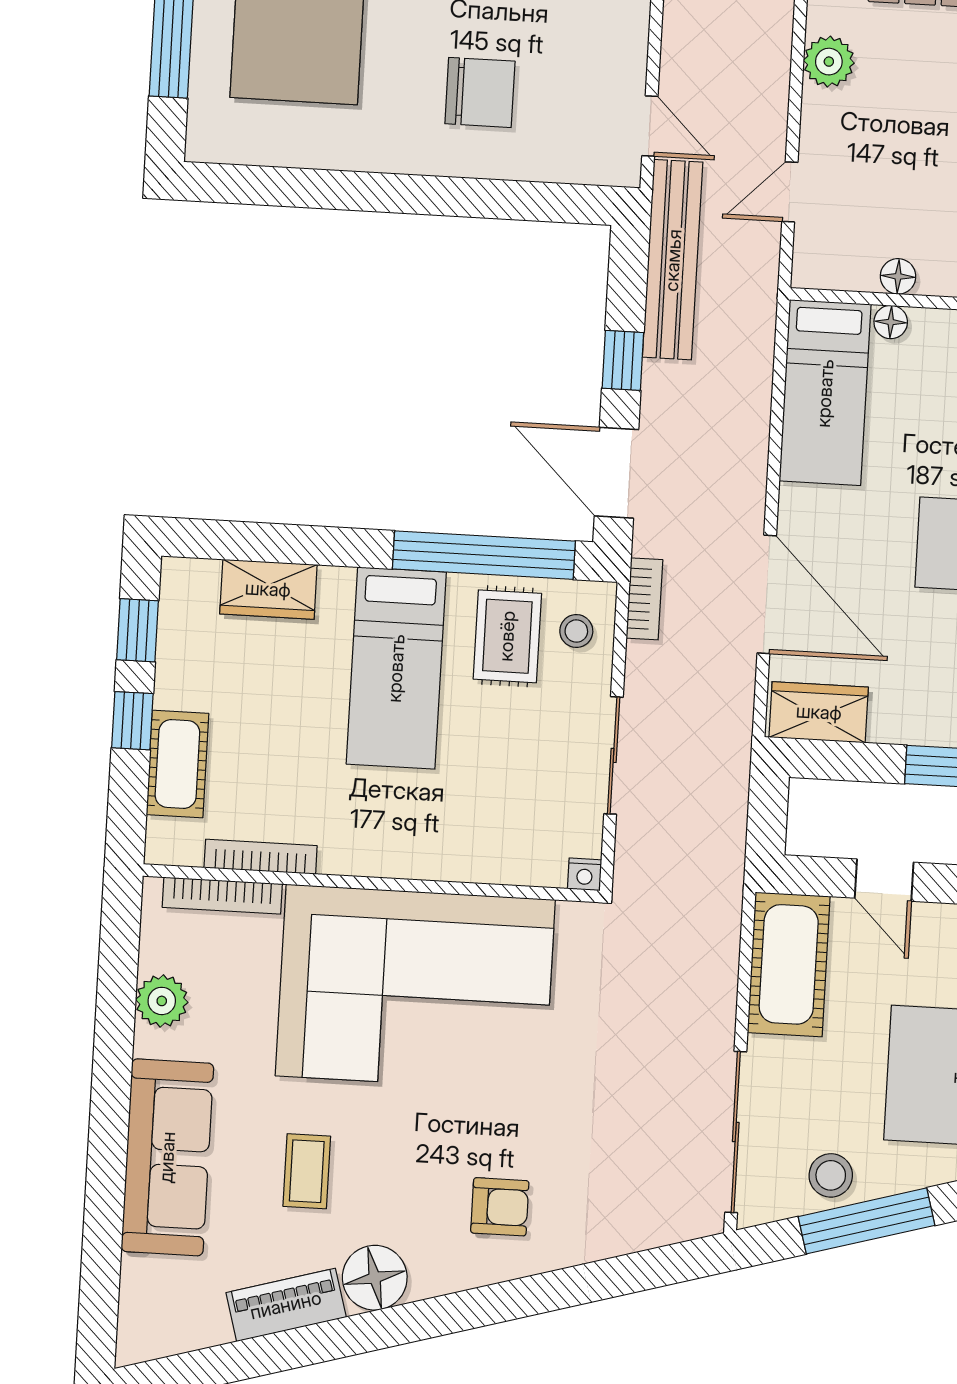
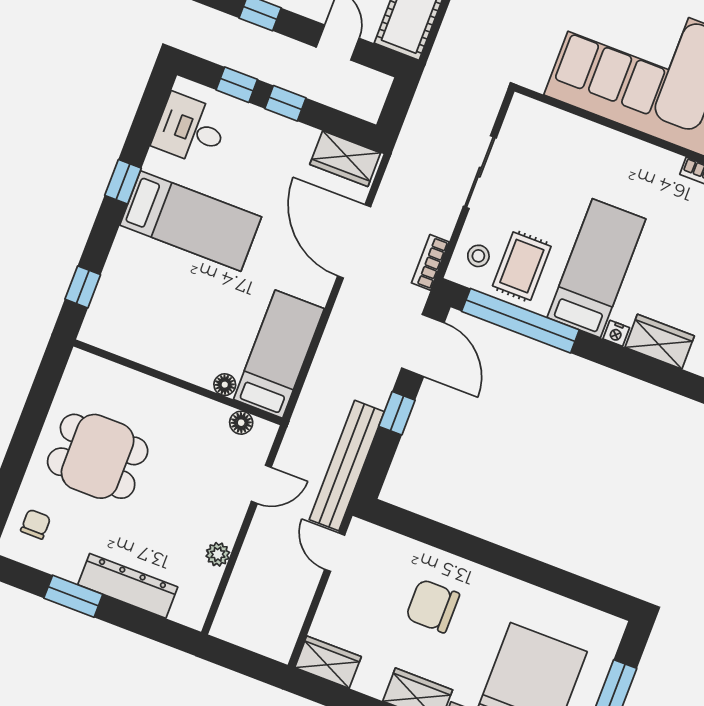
plant: (829, 62) -> (218, 554), width x0.73, depth x0.73
floor lamp: (898, 276) -> (241, 423), moved
nightstand: (585, 874) -> (616, 333), moved, turned 180

